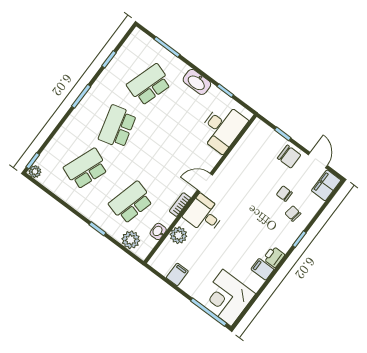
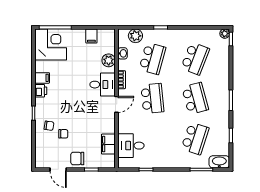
washbasin: (197, 82) -> (219, 162), moved
desk: (222, 128) -> (131, 146), width x0.73
school desk: (162, 160) -> (152, 98), added
filing cabinet: (326, 185) -> (108, 144), moved, turned 180

